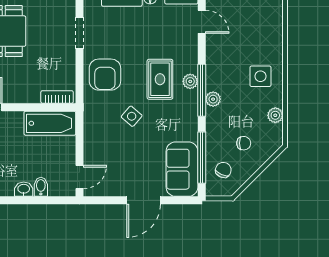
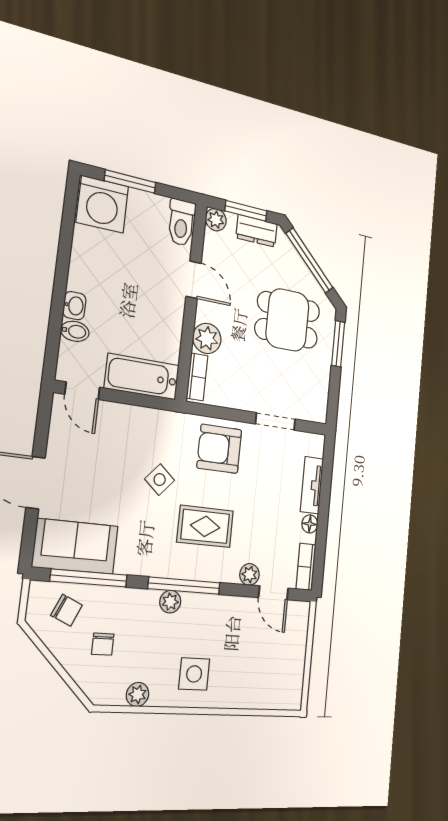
door: (202, 22) -> (273, 593), hinge flipped
plant: (190, 81) -> (249, 574), moved
plant: (29, 93) -> (207, 338), added
bathtub: (50, 123) -> (142, 377), moved, turned 90

